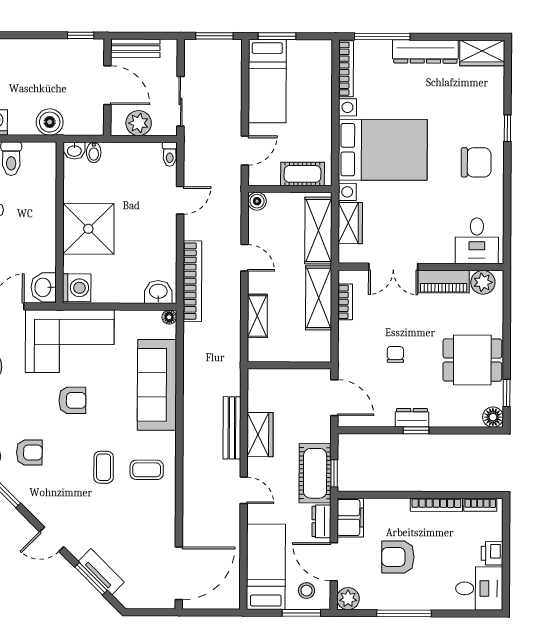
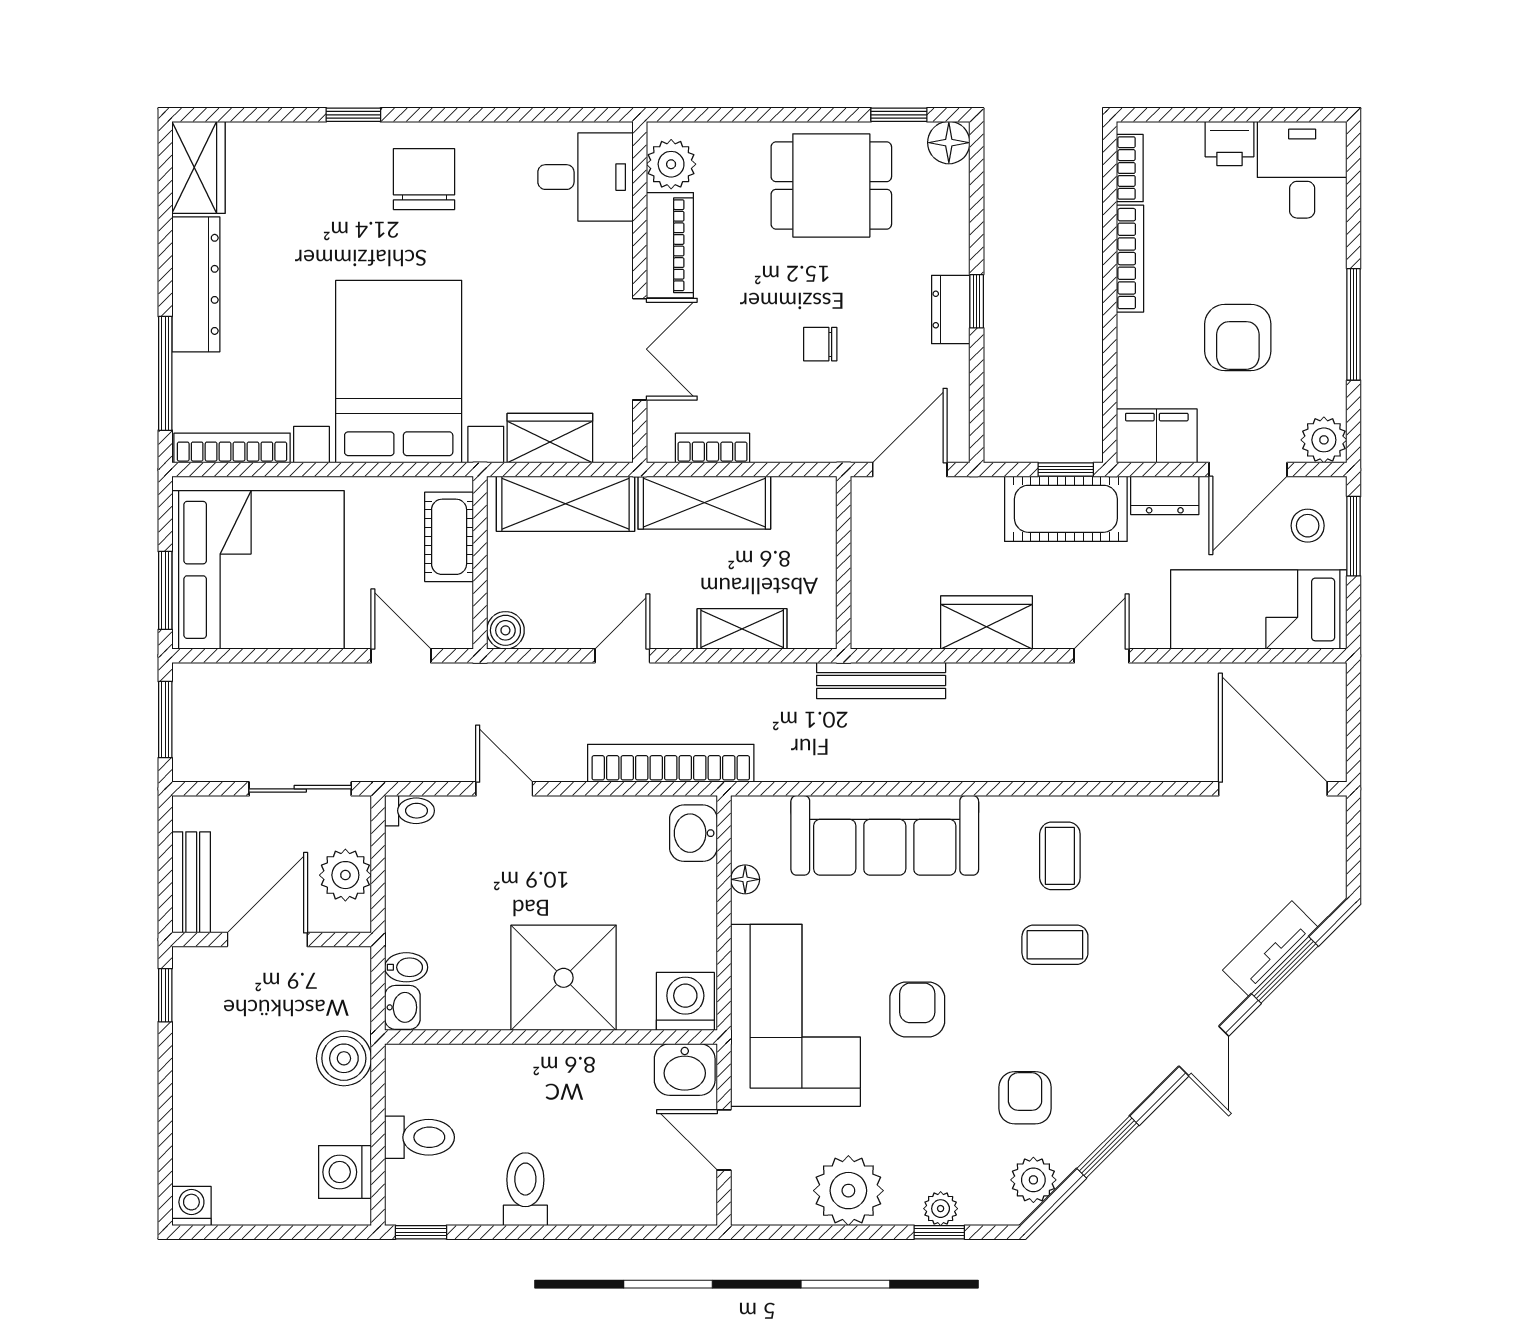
bed: (267, 81) -> (258, 570), width x2.04
floor lamp: (169, 317) -> (745, 879), moved
dining table: (472, 360) -> (831, 185), turned 90
bench: (232, 428) -> (881, 680), moved

